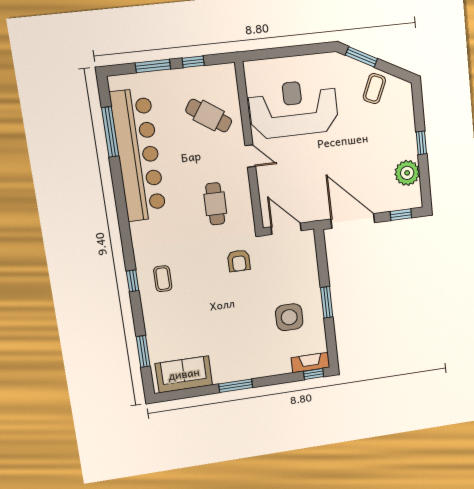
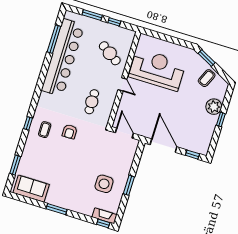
plant: (407, 173) -> (214, 107), moved
armchair: (239, 261) -> (70, 132), moved

